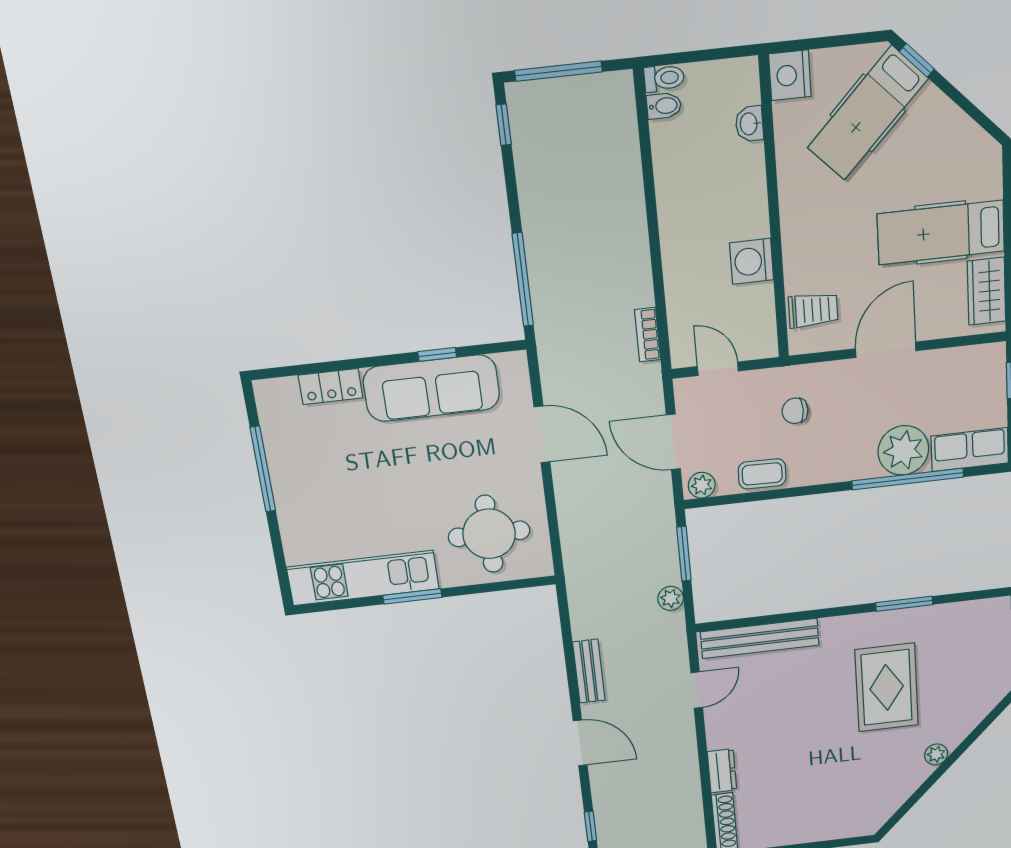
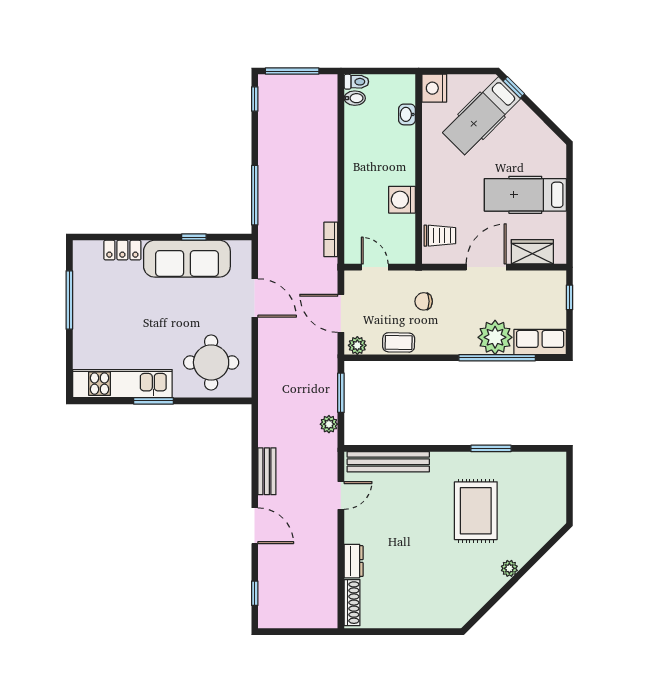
wardrobe: (986, 291) -> (532, 252), moved, turned 90

